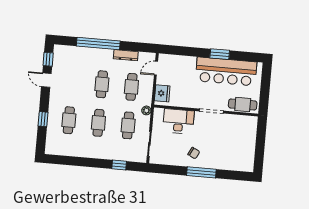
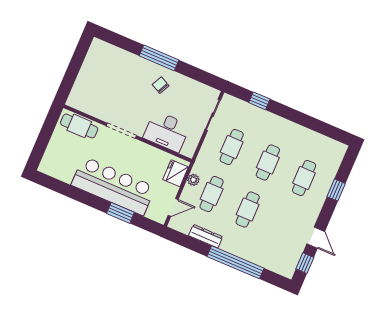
window: (220, 54) -> (120, 213), moved
bar counter: (226, 71) -> (113, 186), moved
plant: (146, 110) -> (193, 180), moved

